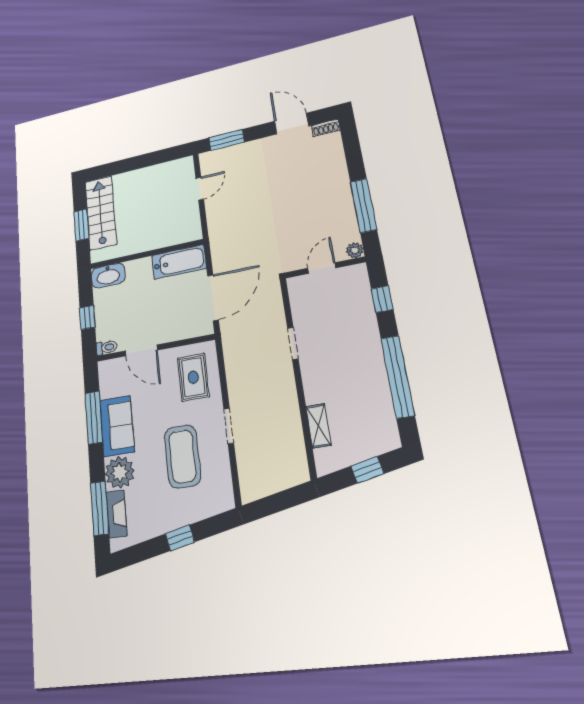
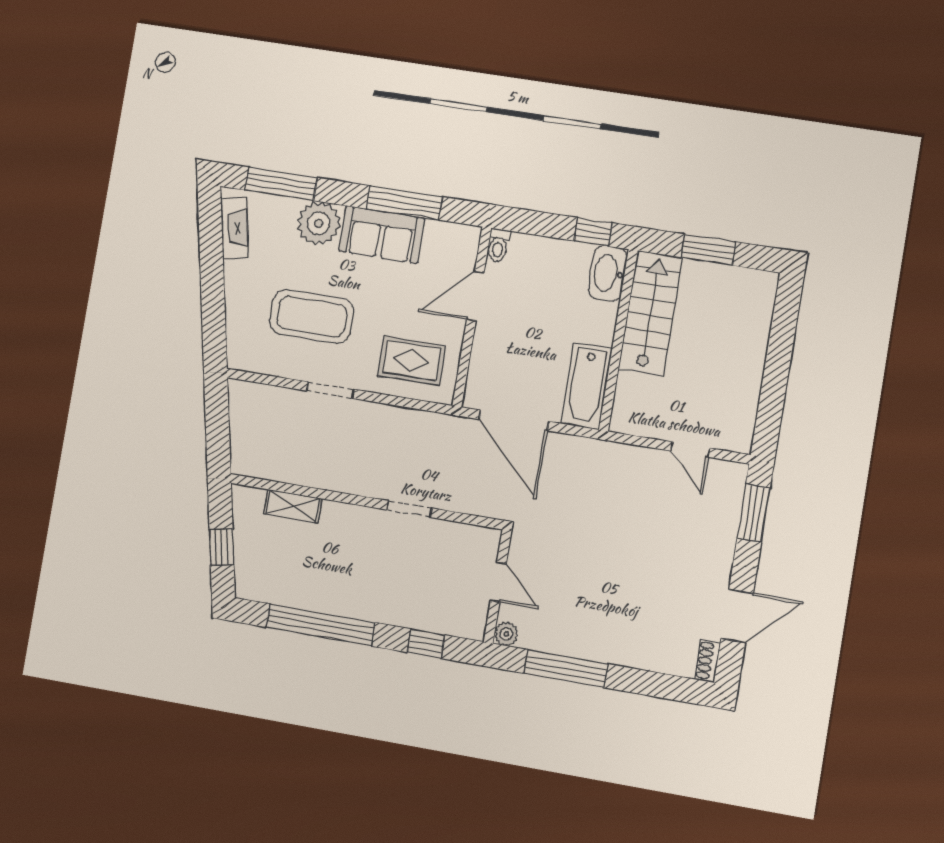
stairs: (101, 213) -> (650, 313), moved, turned -90
window: (87, 317) -> (593, 232), moved
fireplace: (117, 514) -> (234, 228), moved, turned -102
window: (180, 538) -> (212, 285), removed

